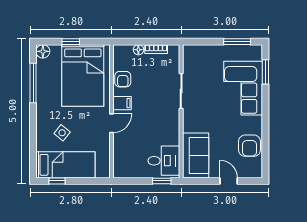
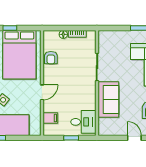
filing cabinet: (122, 103) -> (50, 118), moved
sofa: (196, 156) -> (108, 99), moved
window: (162, 181) -> (71, 138), moved

